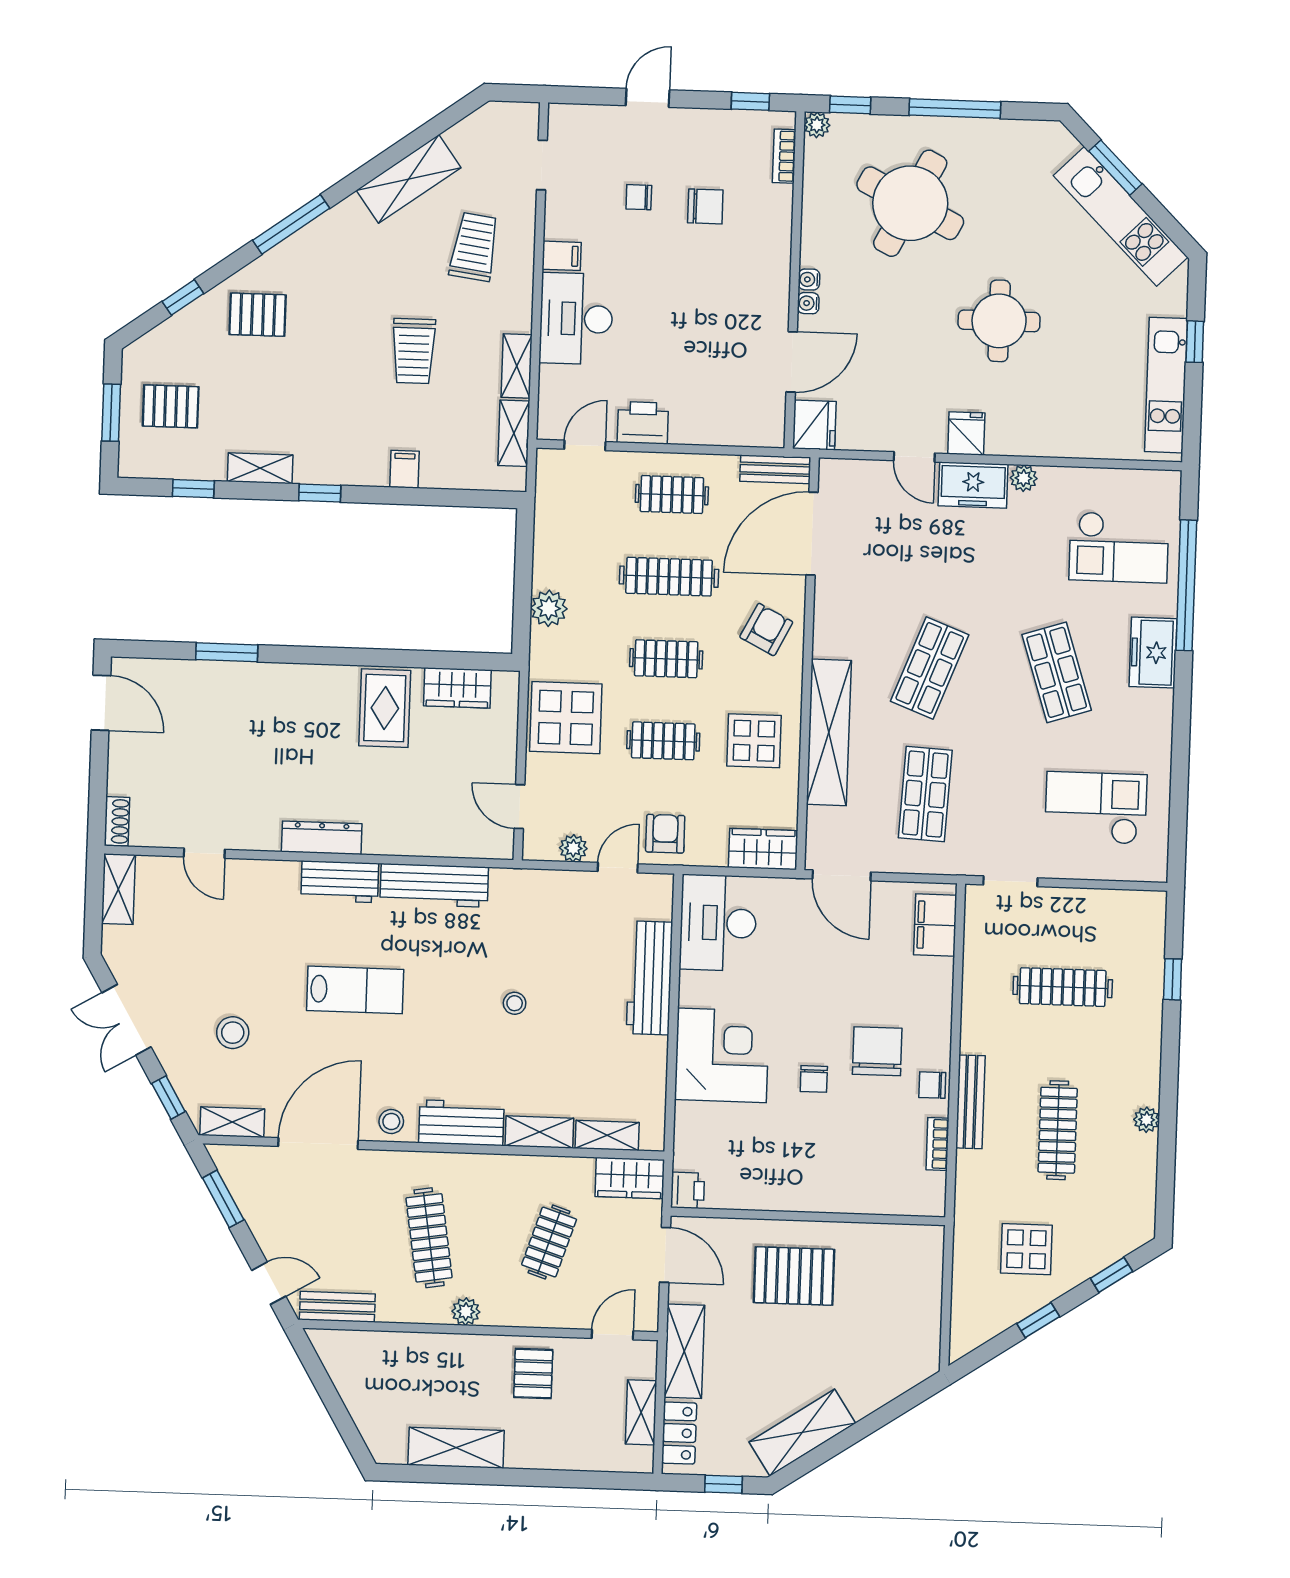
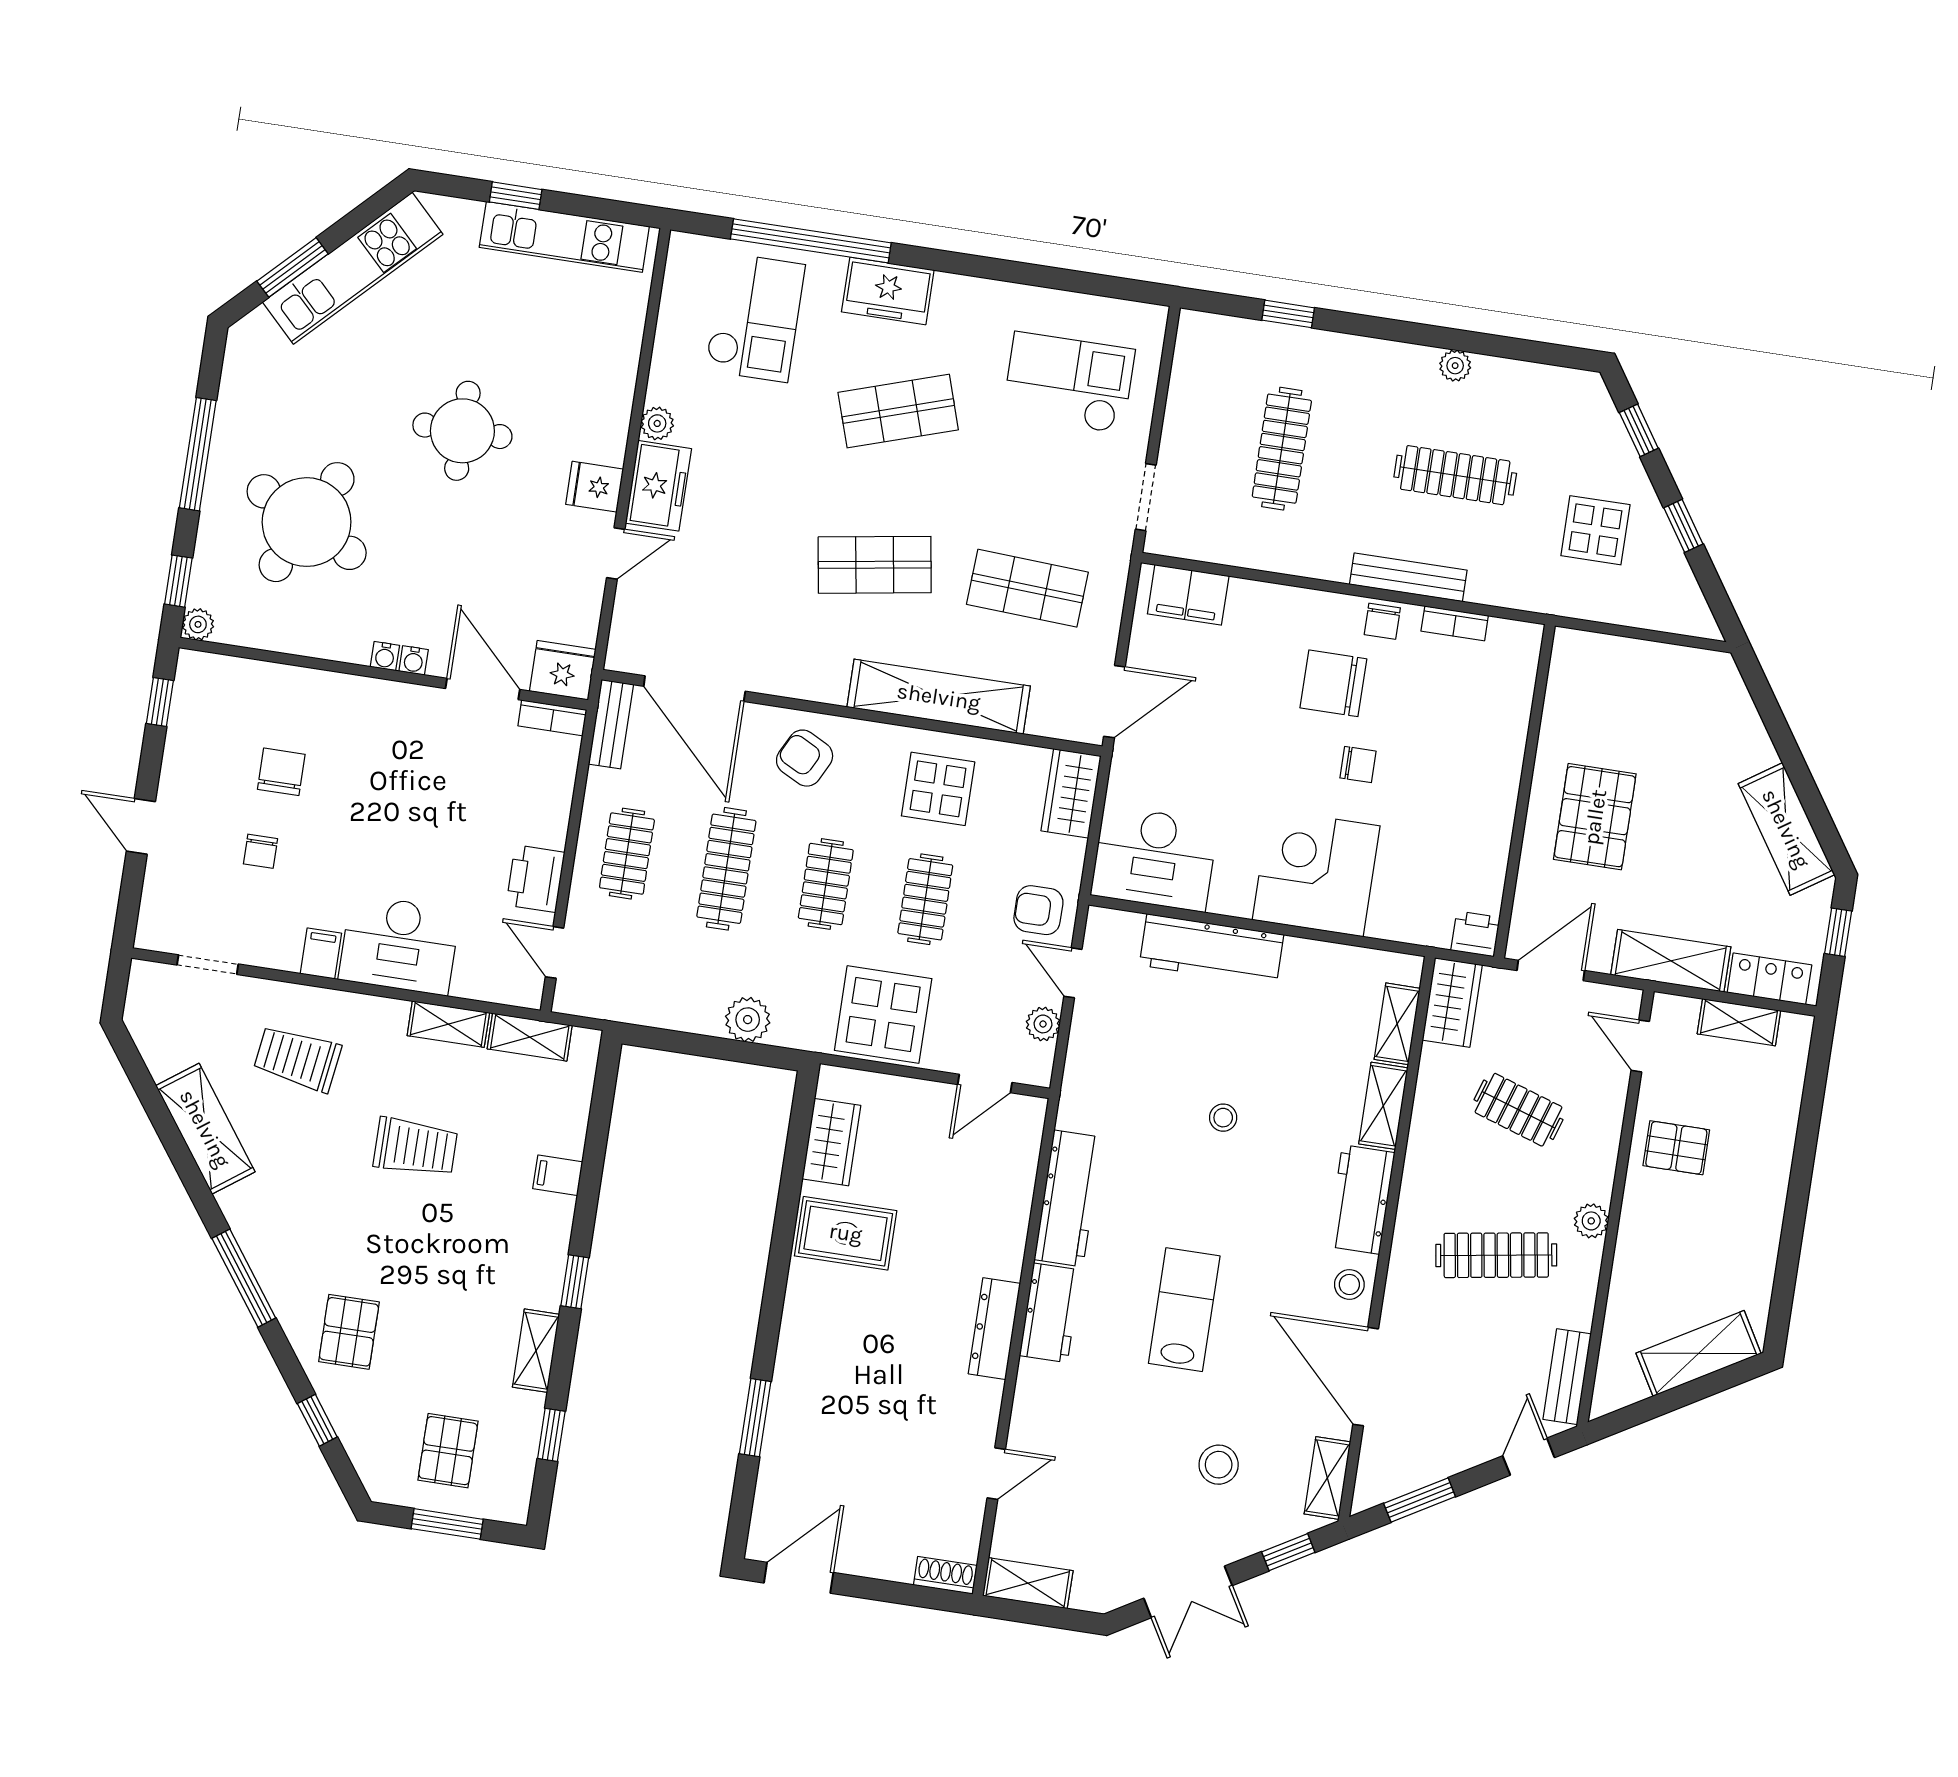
bookcase: (784, 156) -> (552, 718), moved
shop shelf: (930, 668) -> (875, 565), turned -30
checkout: (1096, 808) -> (1069, 383), turned 90
shelving: (456, 1448) -> (1699, 1353), moved, turned 60

